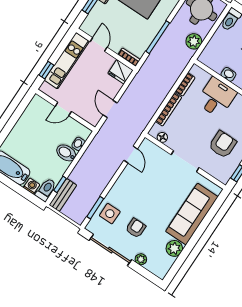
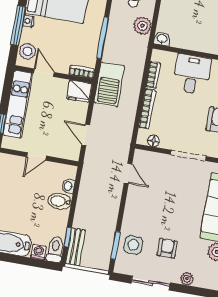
stool: (93, 22) -> (28, 51), added
washbasin: (228, 74) -> (162, 39), moved
barbecue: (147, 77) -> (109, 84), added
sliding door: (110, 250) -> (151, 283), width x0.73

